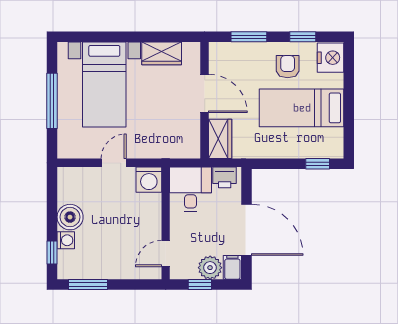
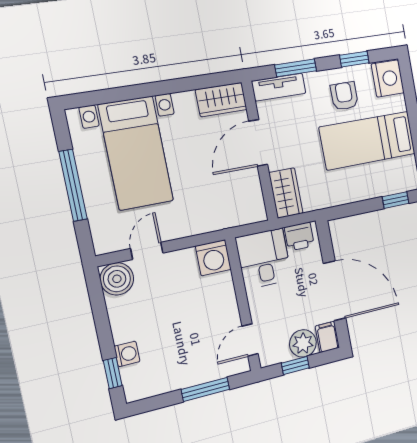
tv unit: (231, 51) -> (279, 87), added
wardrobe: (162, 53) -> (221, 100), moved
door: (205, 93) -> (258, 143), swing flipped
door: (114, 163) -> (147, 251), moved
boiler: (70, 217) -> (117, 279), moved
window: (88, 285) -> (205, 389), moved

